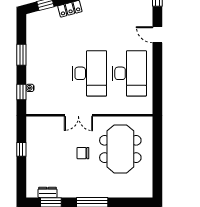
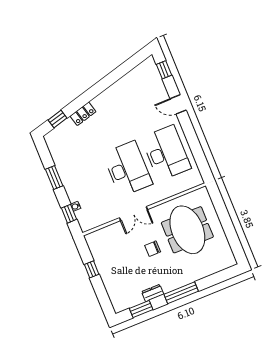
dresser: (47, 192) -> (153, 293), moved

